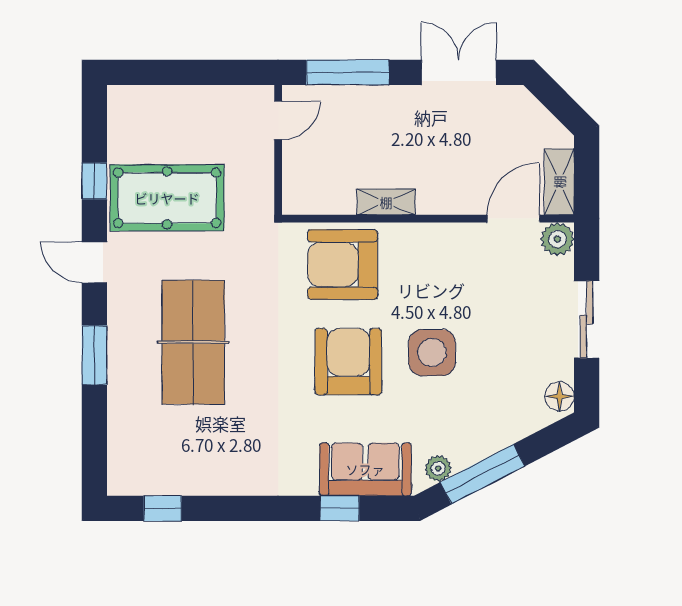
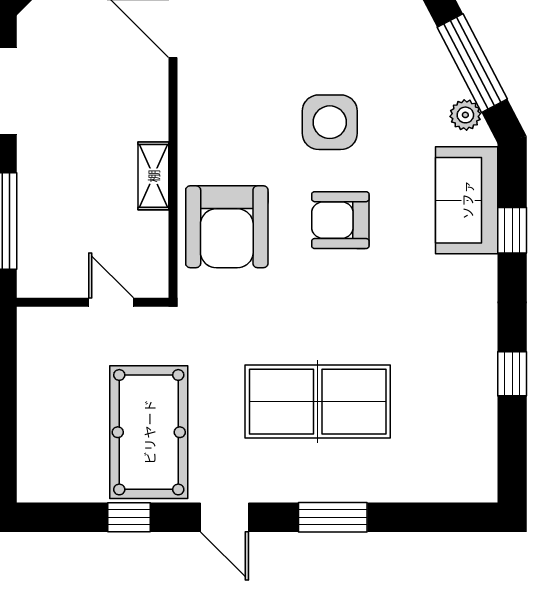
door: (278, 120) -> (111, 302), moved
door: (94, 263) -> (224, 517), hinge flipped
armchair: (348, 362) -> (340, 220), width x0.73, depth x0.73
window: (163, 508) -> (512, 374), moved

